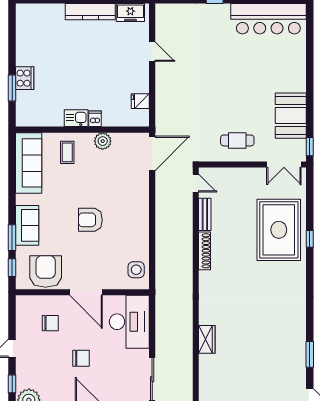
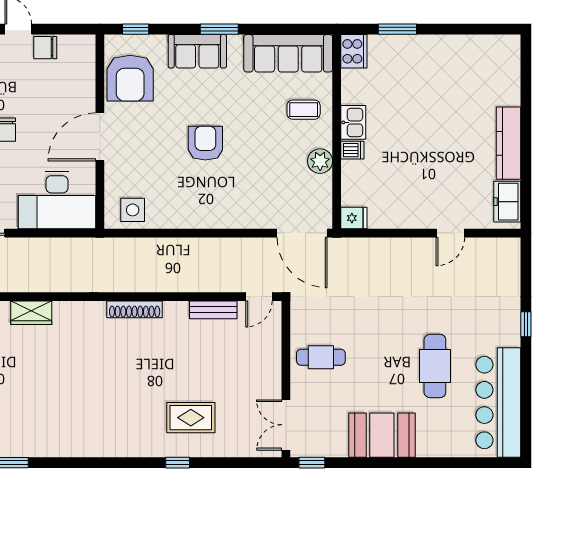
cafe table: (243, 62) -> (435, 366), added
cooker: (25, 78) -> (354, 51), moved, turned -90
fridge: (140, 101) -> (354, 218), moved, turned 90
booth: (291, 116) -> (382, 435), moved
cafe table: (237, 140) -> (321, 357), turned 90
rug: (279, 230) -> (191, 418), width x0.54, depth x0.49
window: (12, 238) -> (219, 29), moved
shoe rack: (204, 251) -> (135, 309), moved
armchair: (46, 271) -> (130, 78), turned 90
chair: (50, 323) -> (45, 48), moved, turned 90

